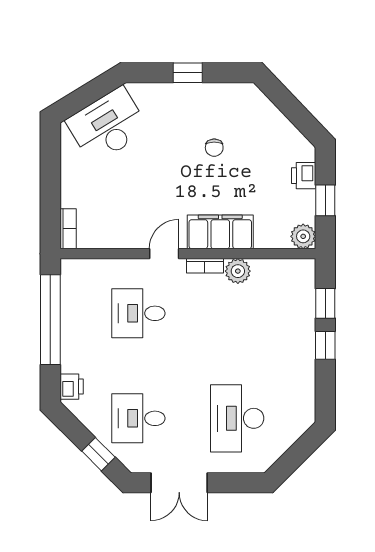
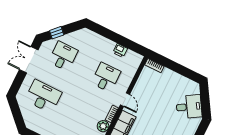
desk: (108, 125) -> (189, 107), width x0.73
window: (50, 320) -> (121, 40), removed
printer: (72, 387) -> (120, 50), moved

